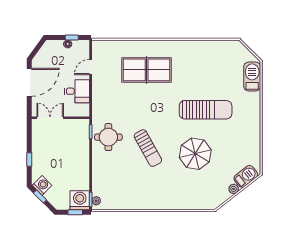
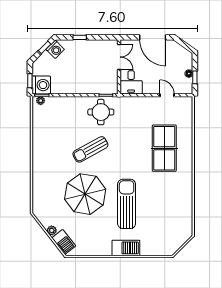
barbecue: (252, 77) -> (126, 248), moved
desk: (77, 91) -> (131, 82), moved
sun lounger: (206, 110) -> (127, 204), turned 180
parasol: (195, 154) -> (85, 194), width x1.36, depth x1.36

